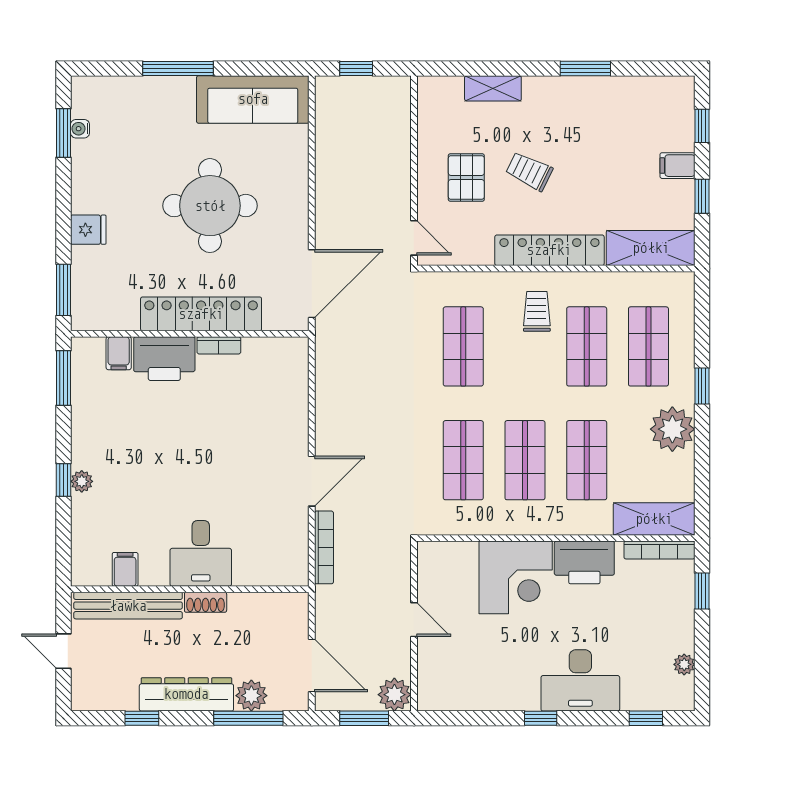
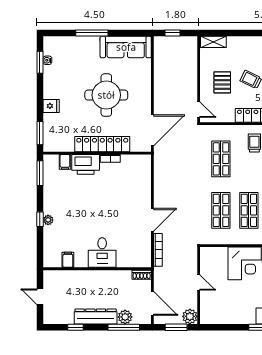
shelving: (493, 88) -> (213, 42), moved
shoe rack: (206, 602) -> (142, 275), moved
bench: (128, 606) -> (69, 276), removed

